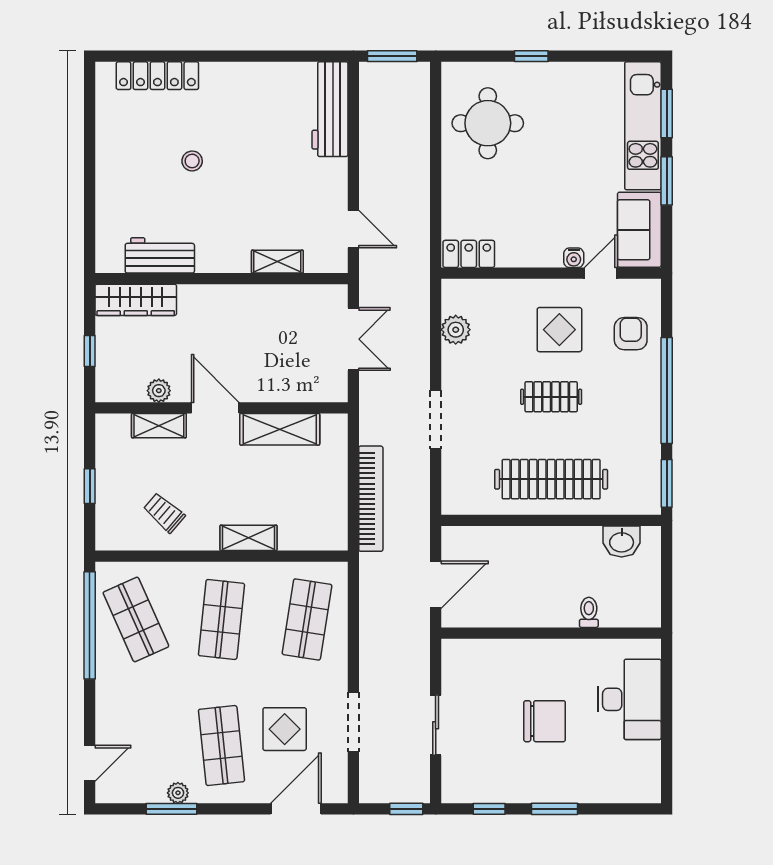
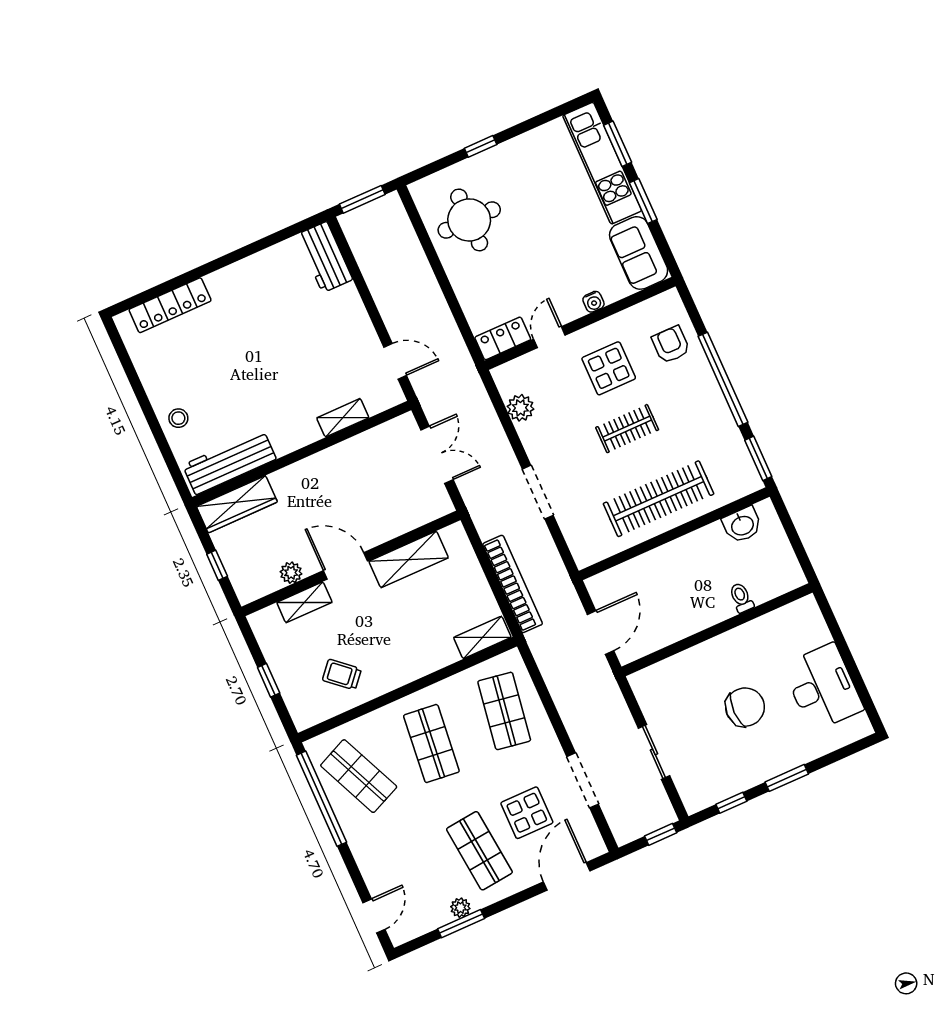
workbench: (330, 109) -> (325, 257), width x0.73
stool: (192, 161) -> (178, 418), moved
workbench: (160, 255) -> (229, 462), width x1.38
door: (601, 273) -> (549, 337), moved
shelving: (249, 538) -> (482, 637), moved
desk: (629, 699) -> (823, 687), moved

